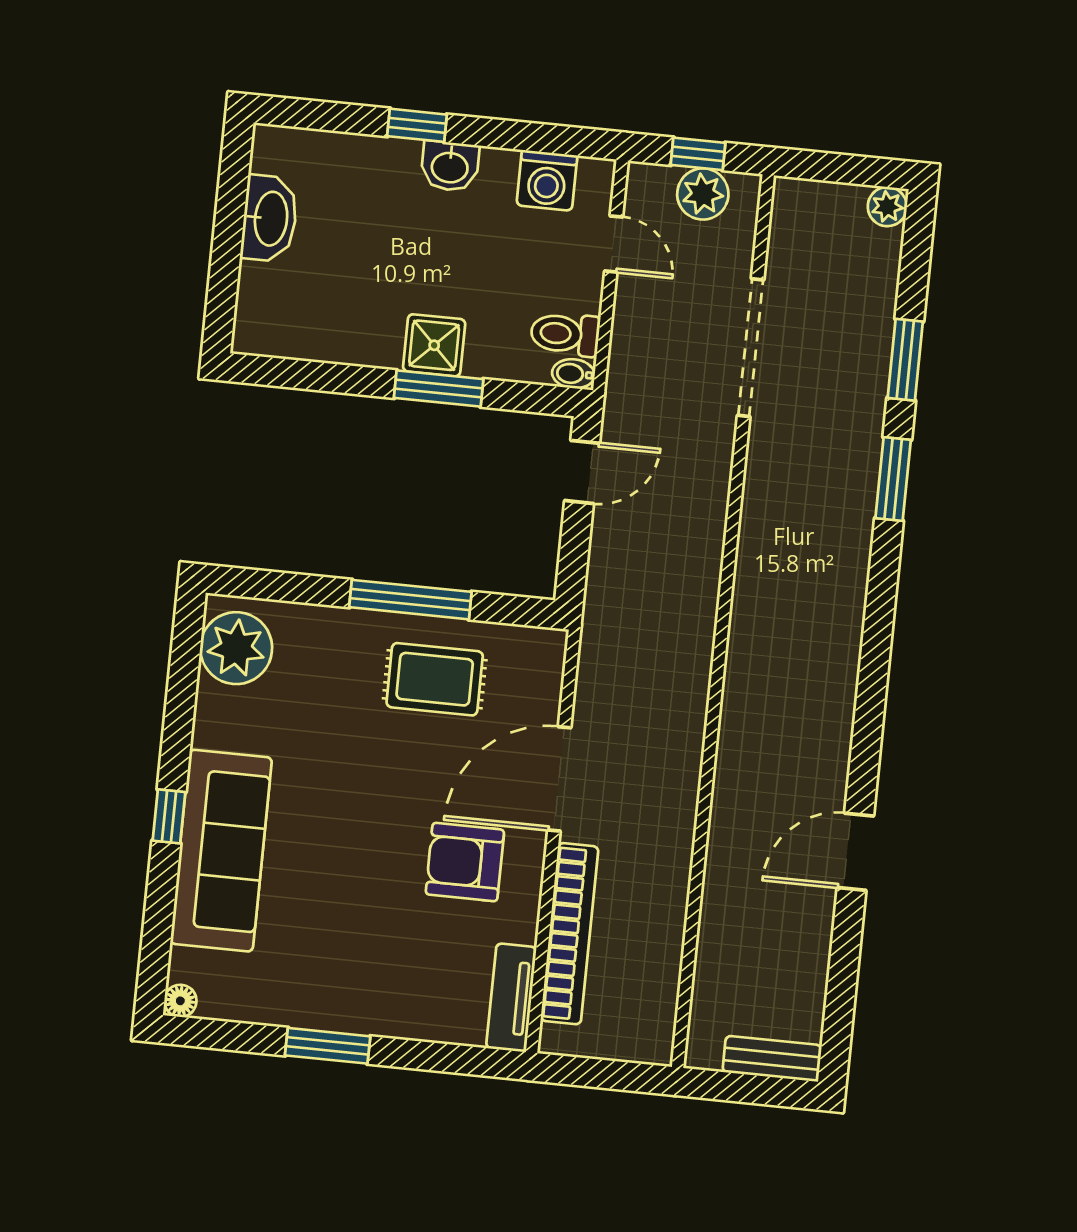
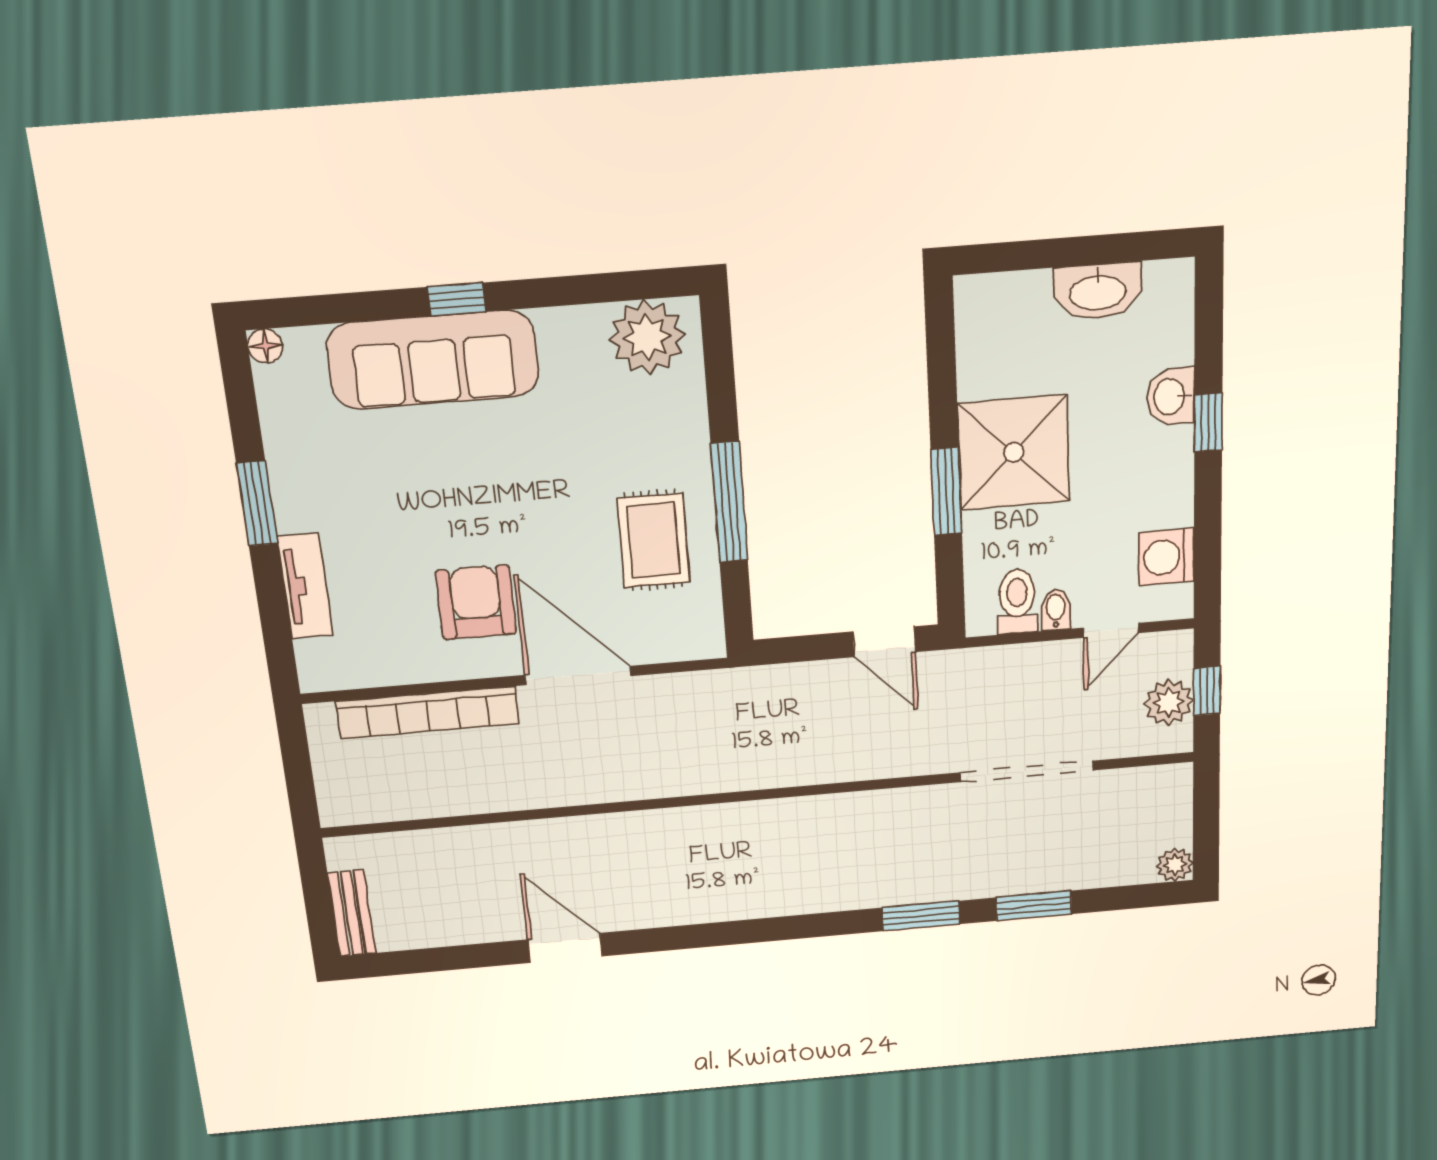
washbasin: (450, 166) -> (1170, 396), moved
shower: (434, 345) -> (1014, 452), width x1.86, depth x1.86
bidet: (573, 374) -> (1056, 610), moved
tv unit: (511, 998) -> (305, 586), moved, turned 90

